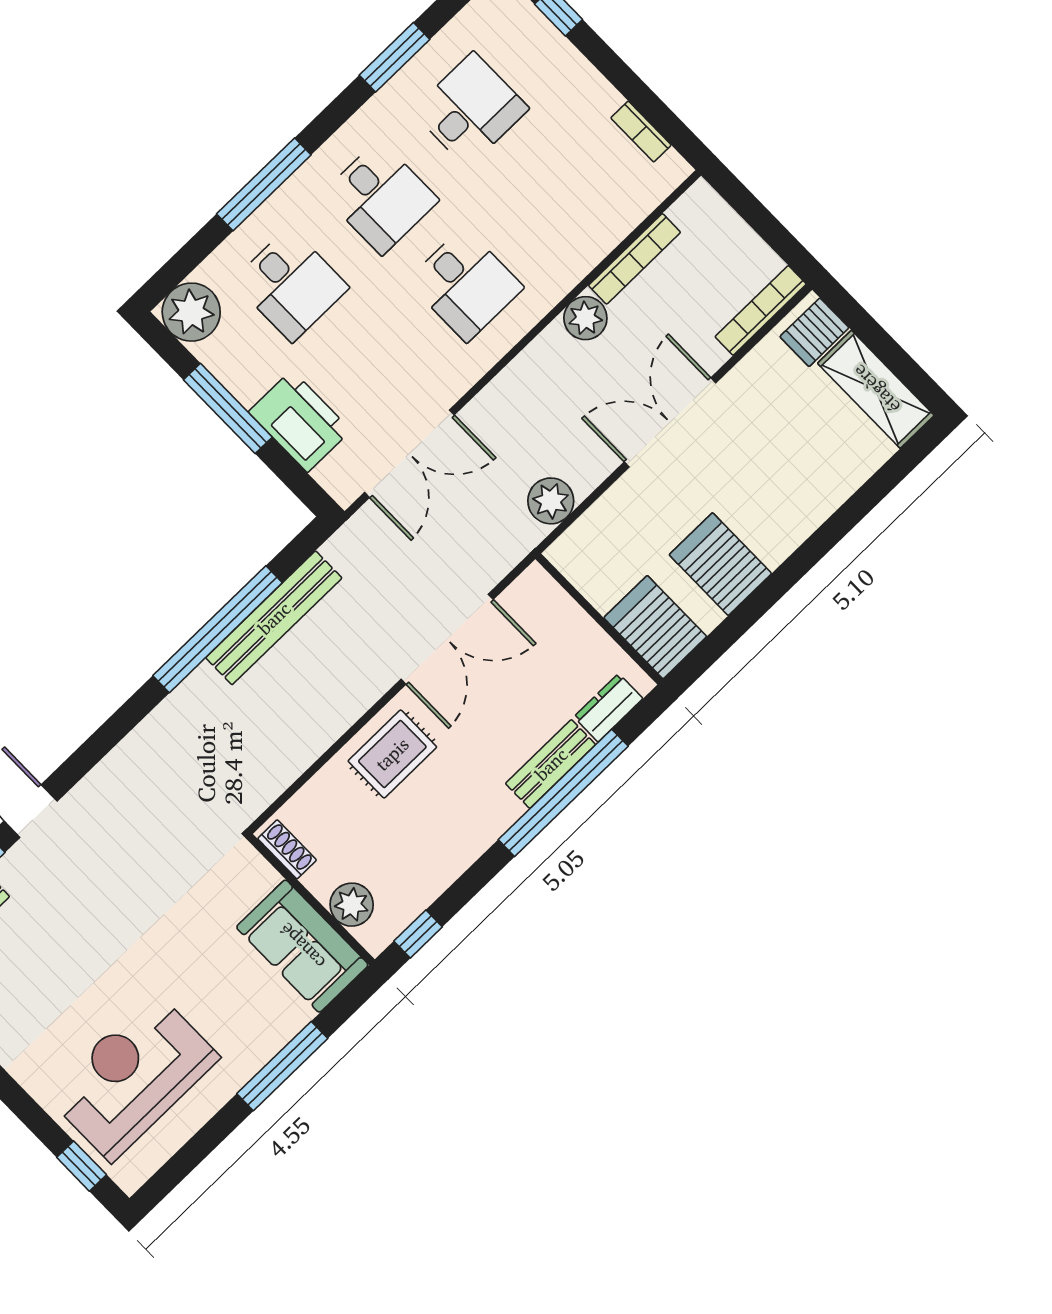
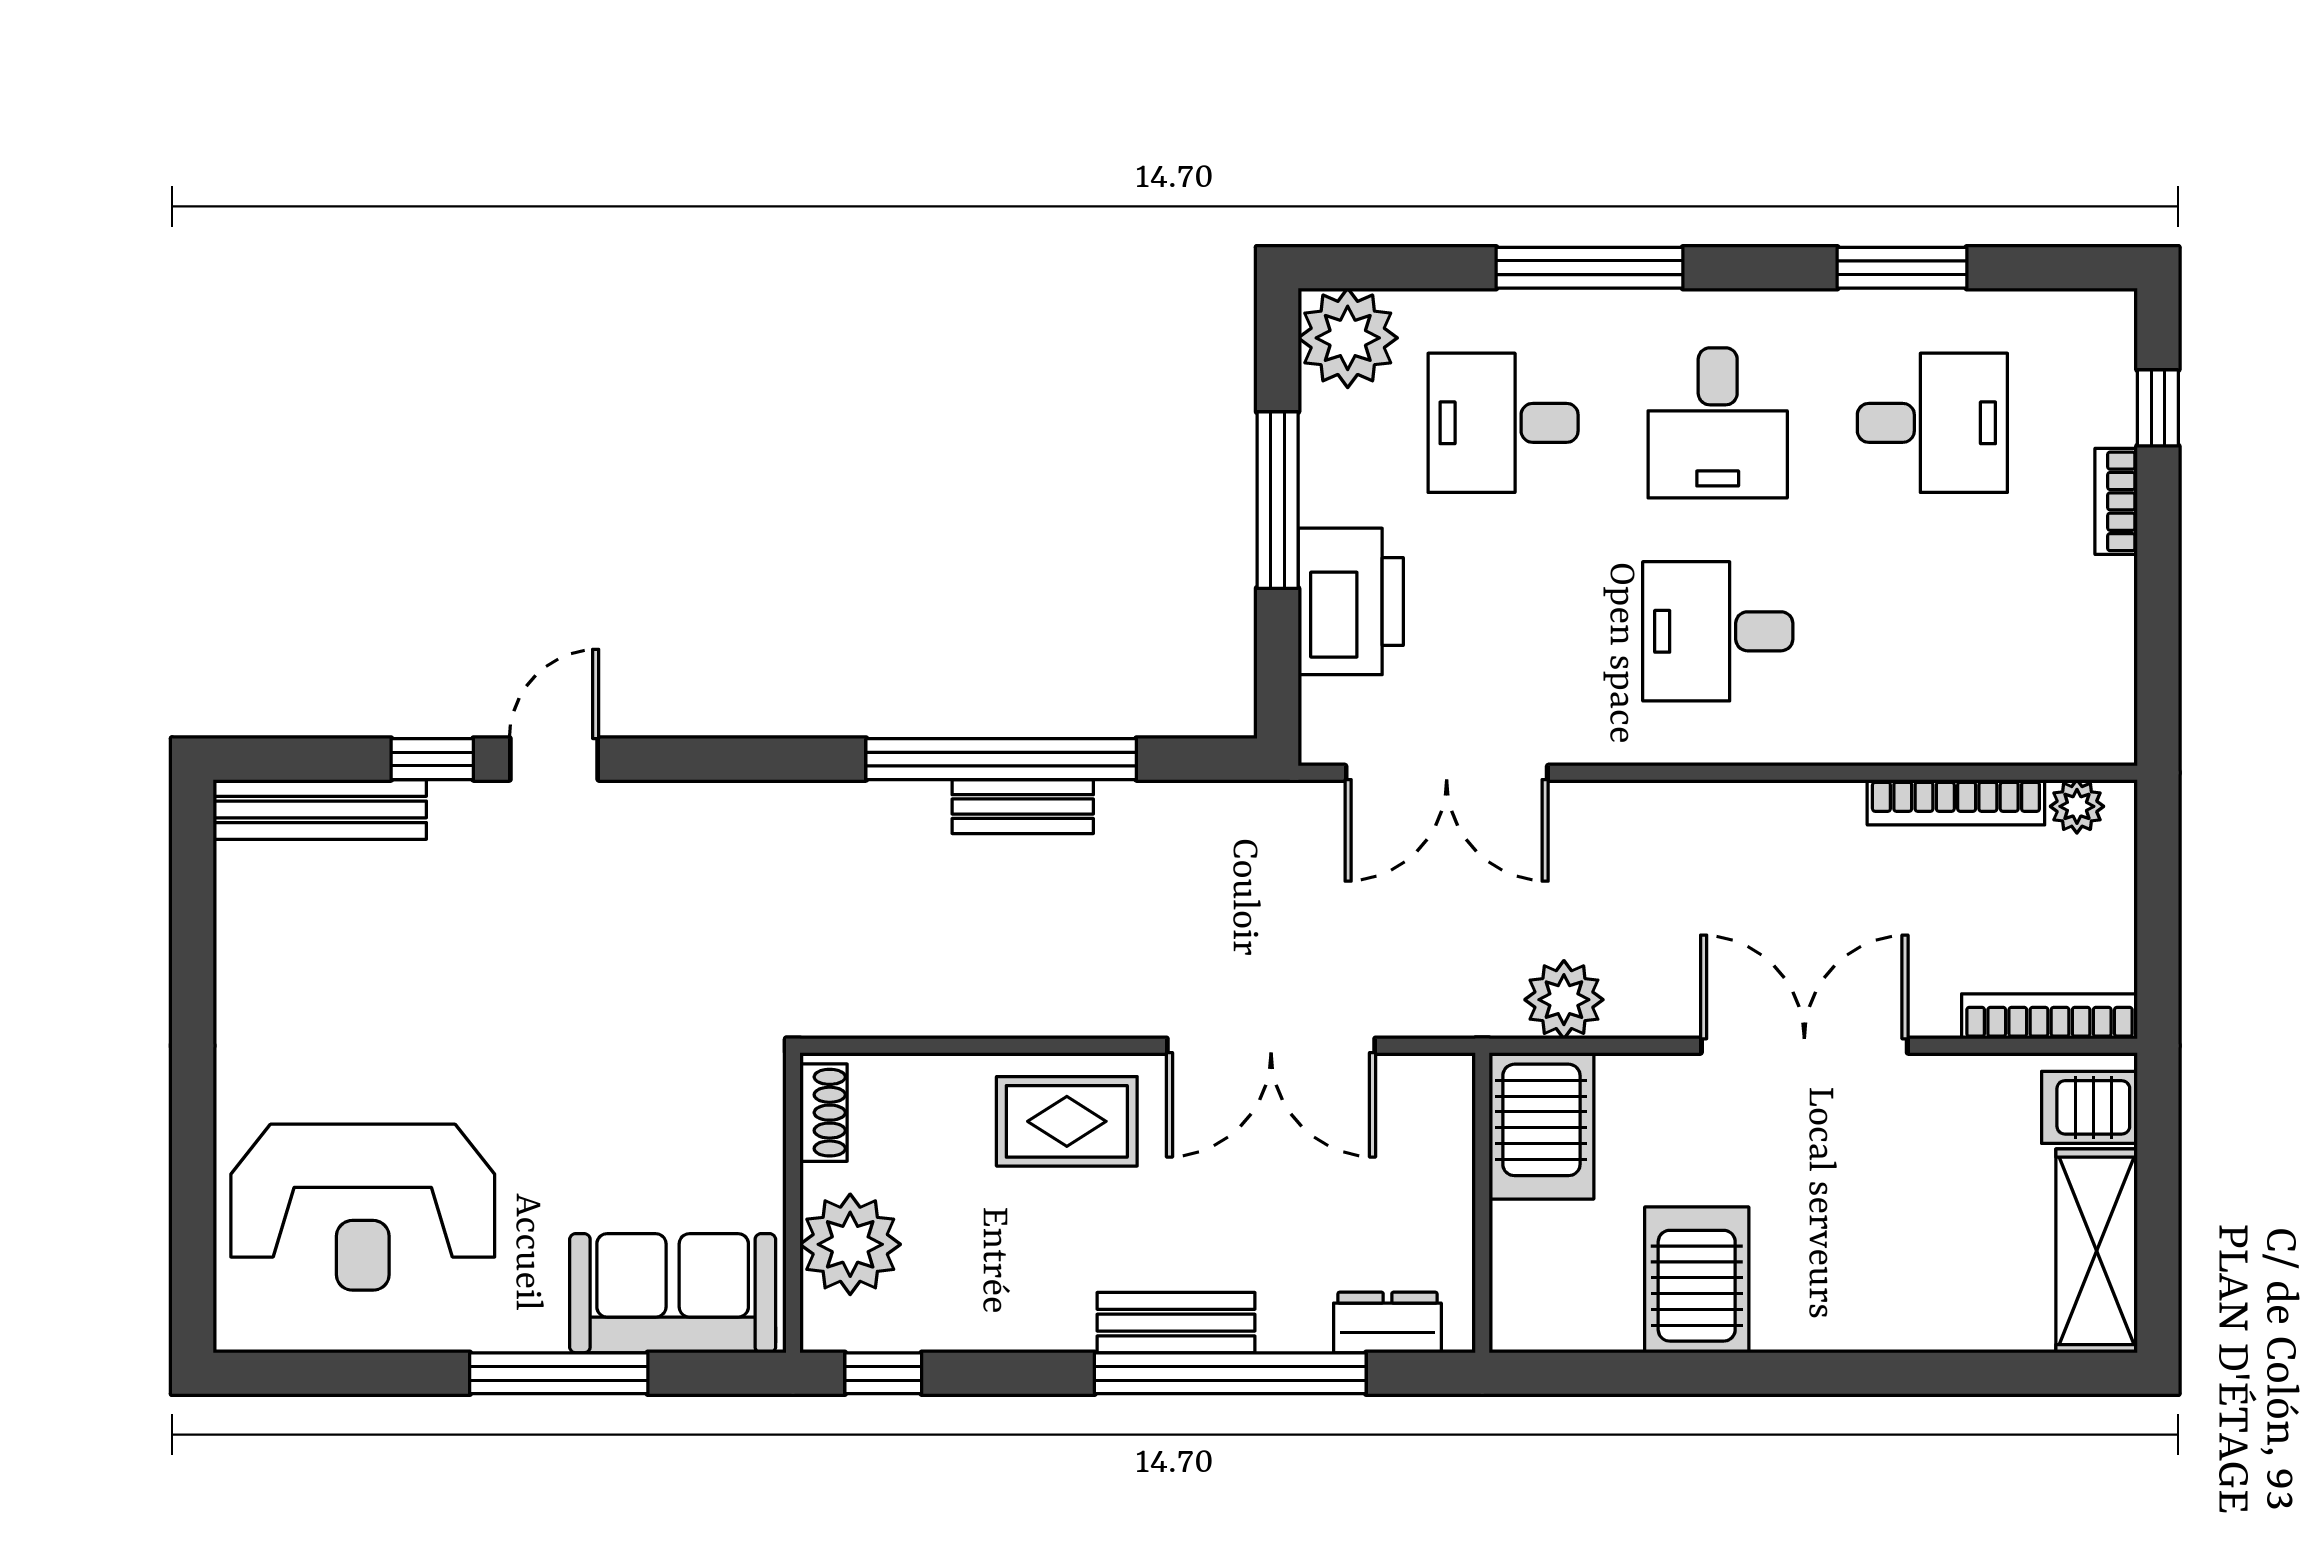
bookcase: (641, 131) -> (2116, 501), moved
desk: (291, 284) -> (1503, 423), turned 90
desk: (465, 284) -> (1718, 631), turned 90
plant: (585, 318) -> (2077, 806), moved, width x0.73, depth x0.73
bench: (274, 618) -> (1023, 807), width x0.54, depth x0.82
server rack: (655, 627) -> (1541, 1126), moved, turned 180
bench: (551, 764) -> (1176, 1323), moved
plant: (352, 905) -> (850, 1244), width x1.36, depth x1.36
sofa: (302, 946) -> (673, 1293), moved, turned 90
reception desk: (133, 1076) -> (363, 1207), turned 180
window: (82, 1166) -> (193, 1256), removed

